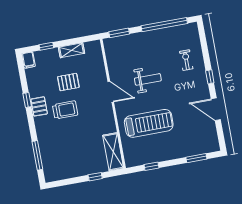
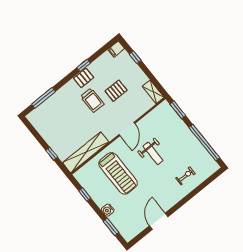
shelving: (72, 50) -> (153, 92), moved
window: (210, 77) -> (182, 202), removed
pallet: (68, 82) -> (116, 91), turned 90
shelving: (113, 152) -> (86, 152), width x1.47
water cooler: (178, 153) -> (108, 210), added

